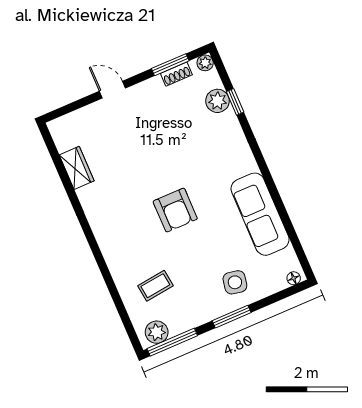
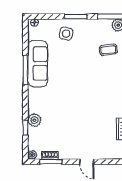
plant: (217, 101) -> (34, 120), moved
window: (275, 195) -> (25, 70), added
armchair: (175, 210) -> (81, 85), removed

